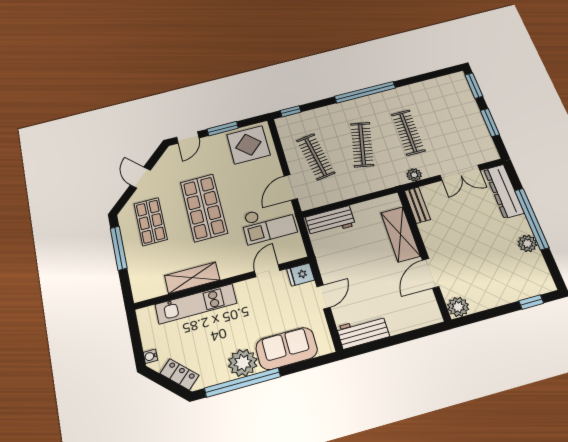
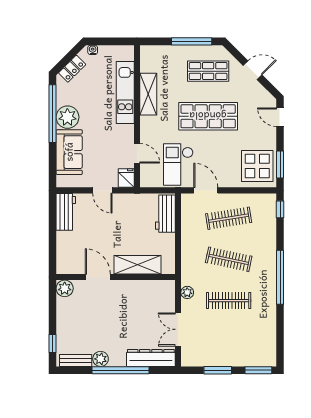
window: (223, 129) -> (280, 165), moved
bench: (417, 205) -> (76, 360), moved

